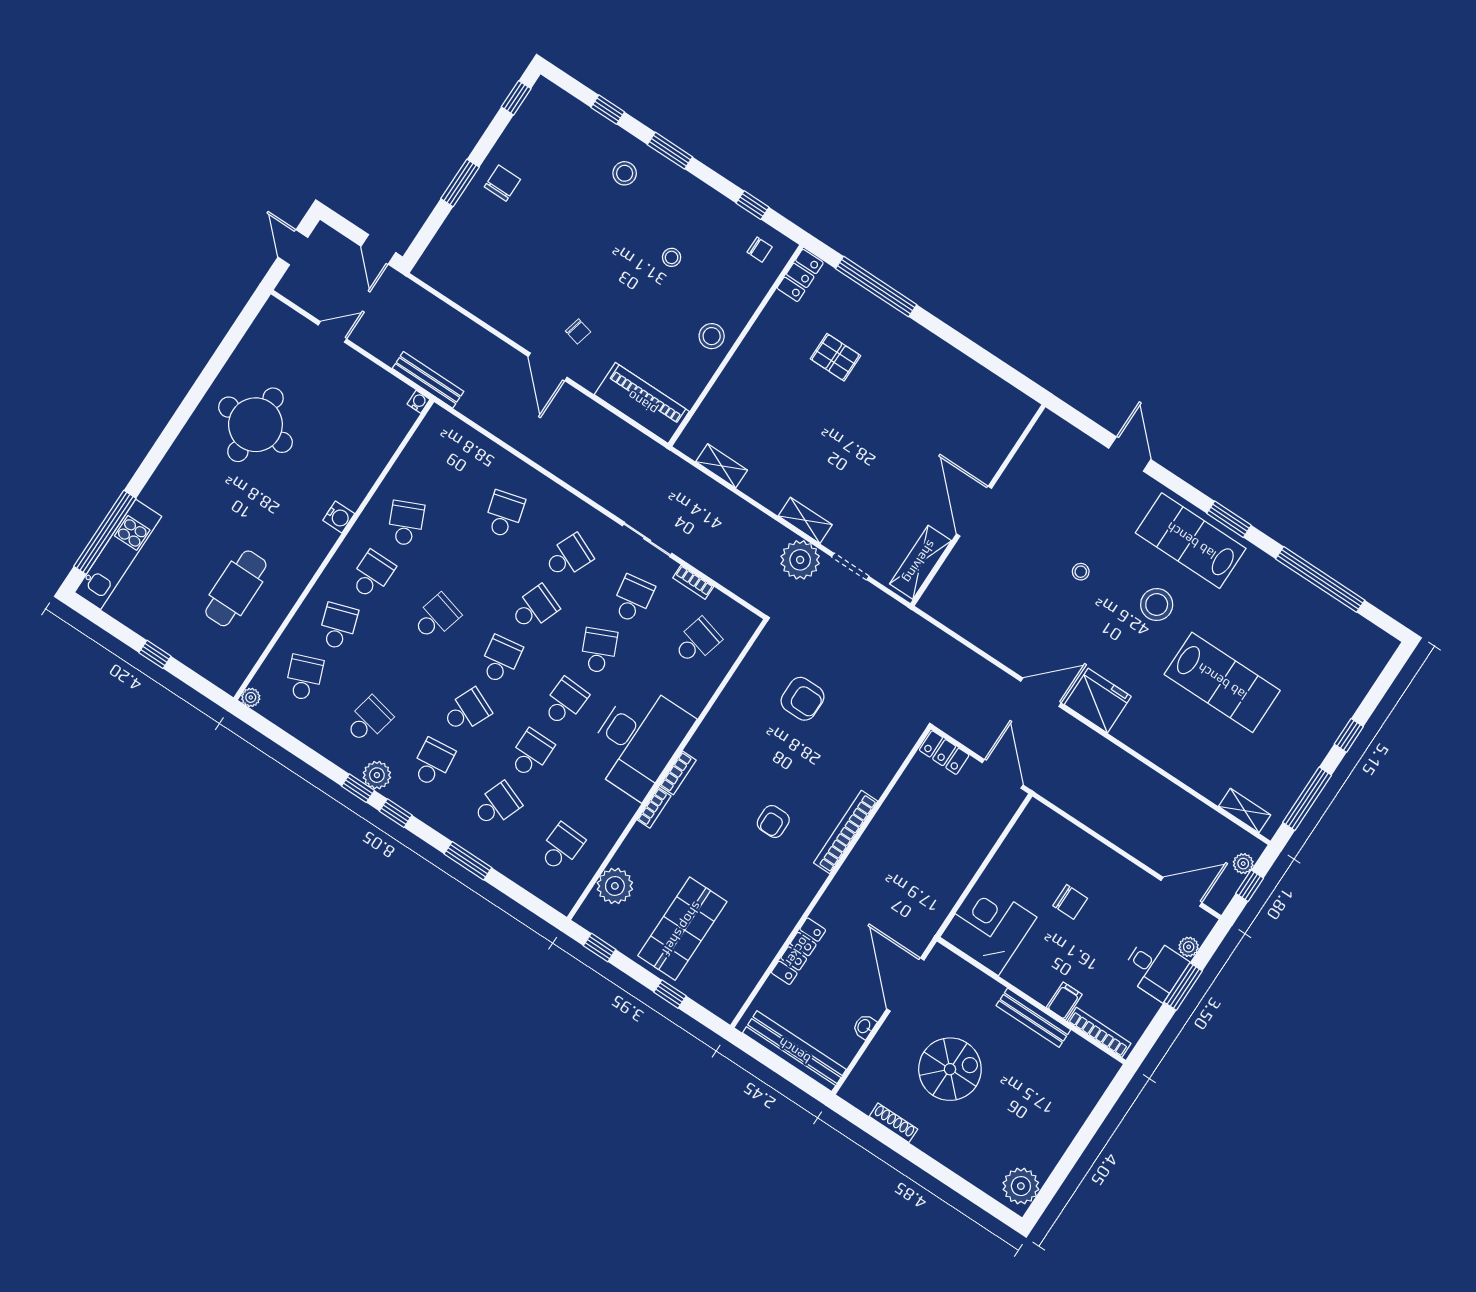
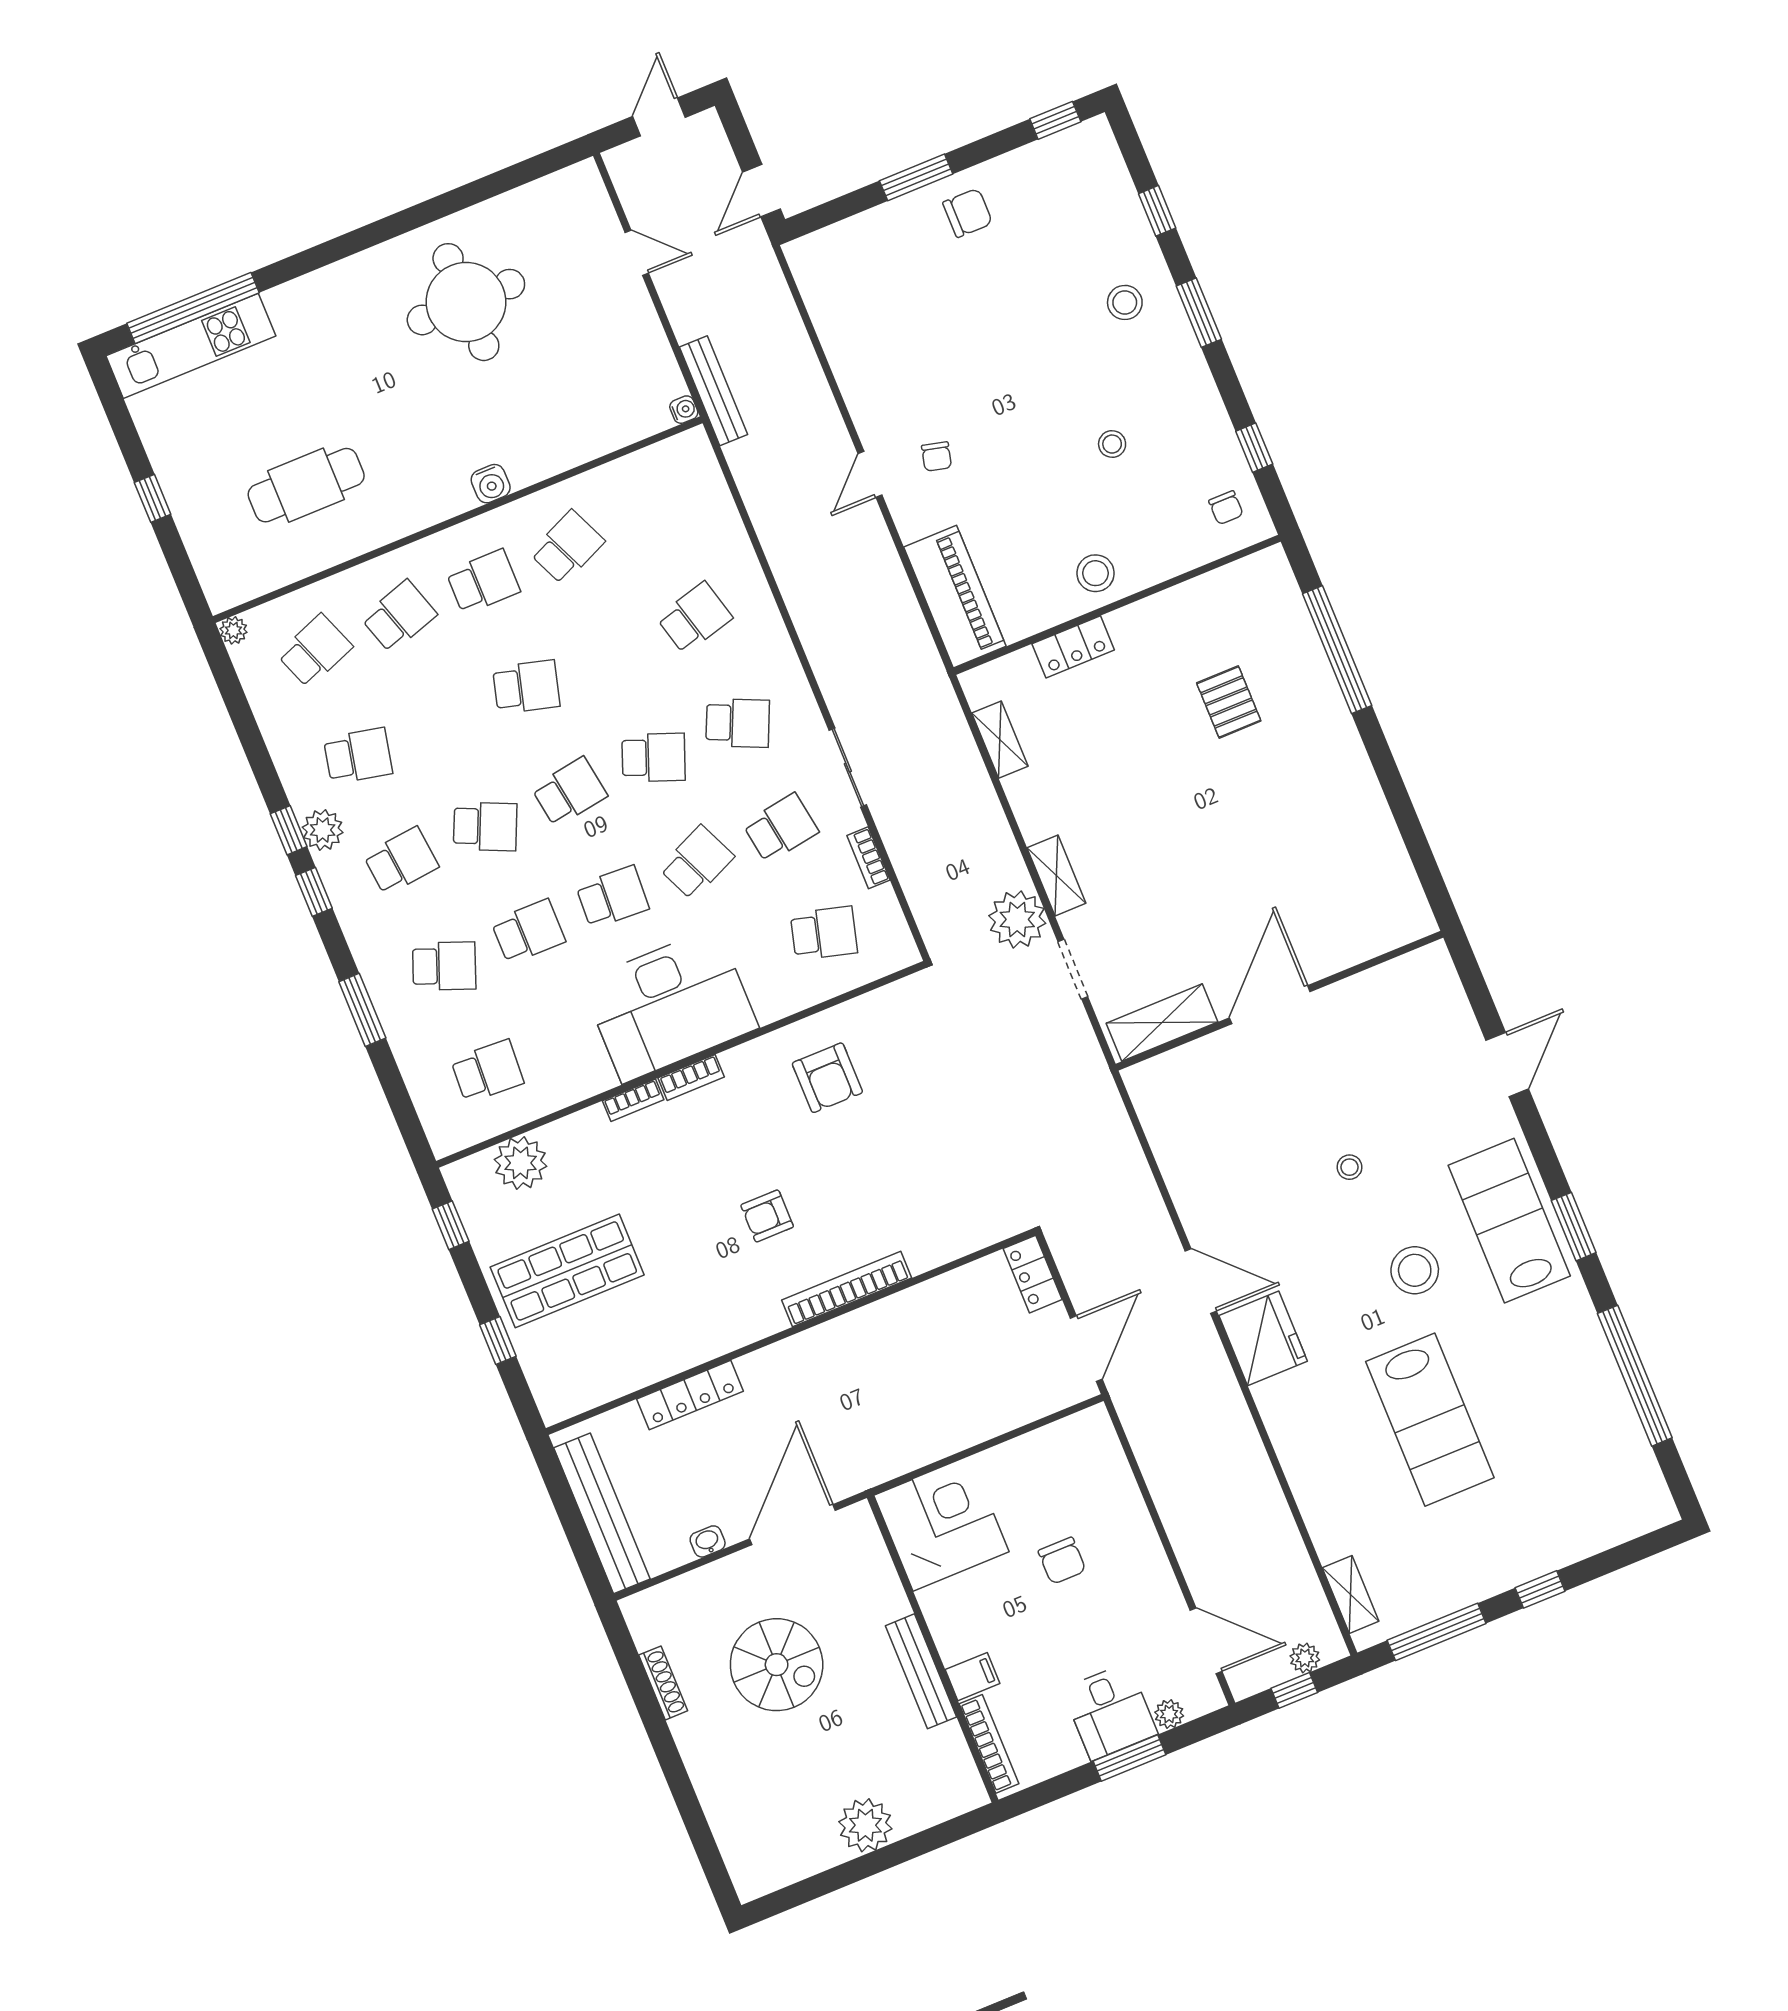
locker: (800, 275) -> (1073, 647), moved
door: (548, 367) -> (870, 474), width x0.73
armchair: (803, 699) -> (827, 1078), moved
plant: (1021, 1186) -> (865, 1825), moved

